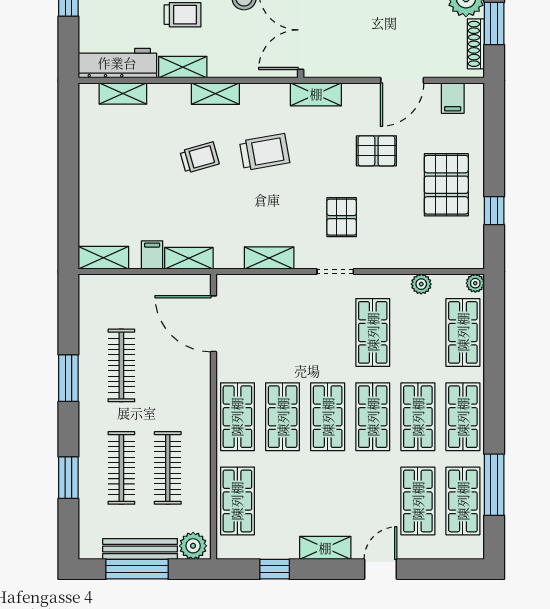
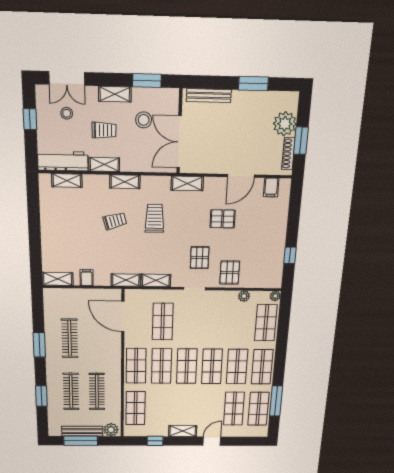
trolley: (265, 152) -> (155, 218), turned -80
pallet: (446, 185) -> (230, 273), moved, width x0.67, depth x0.71
shelving: (189, 258) -> (126, 280), moved
shop shelf: (373, 332) -> (163, 322), moved

